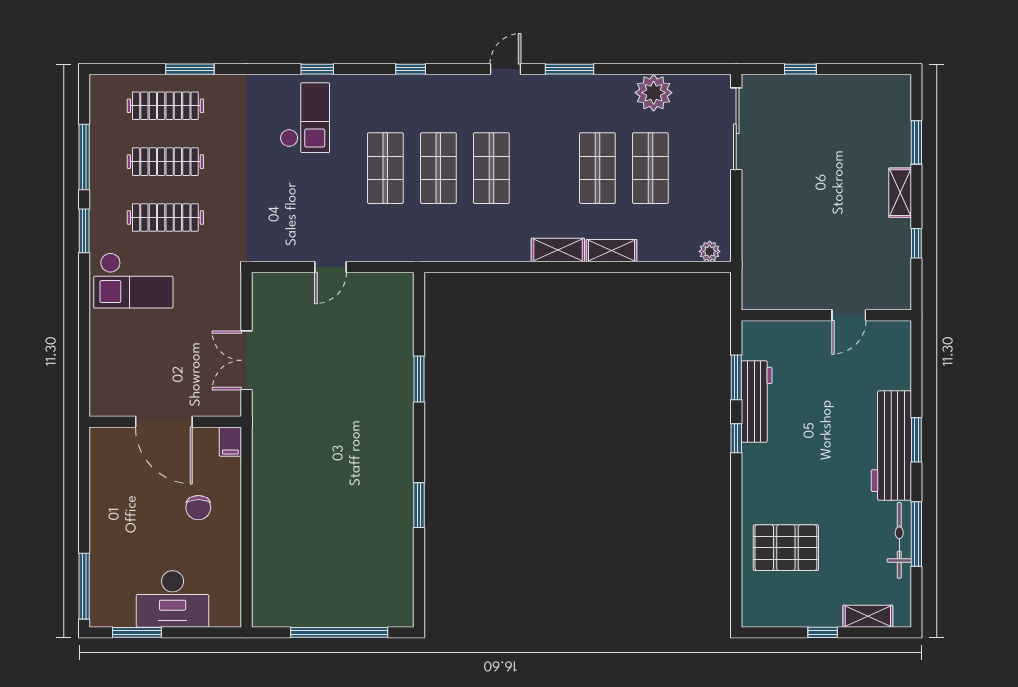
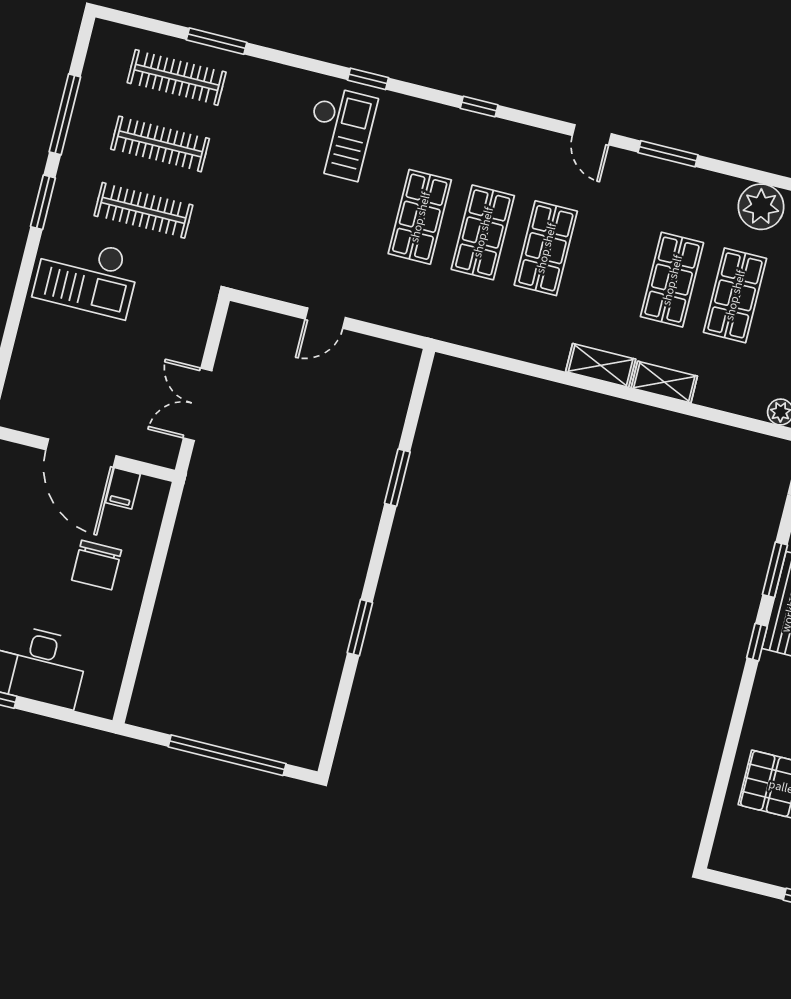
door: (505, 69) -> (592, 135), swing flipped
filing cabinet: (230, 442) -> (123, 488), moved
chair: (198, 508) -> (97, 565), width x1.37, depth x1.37

